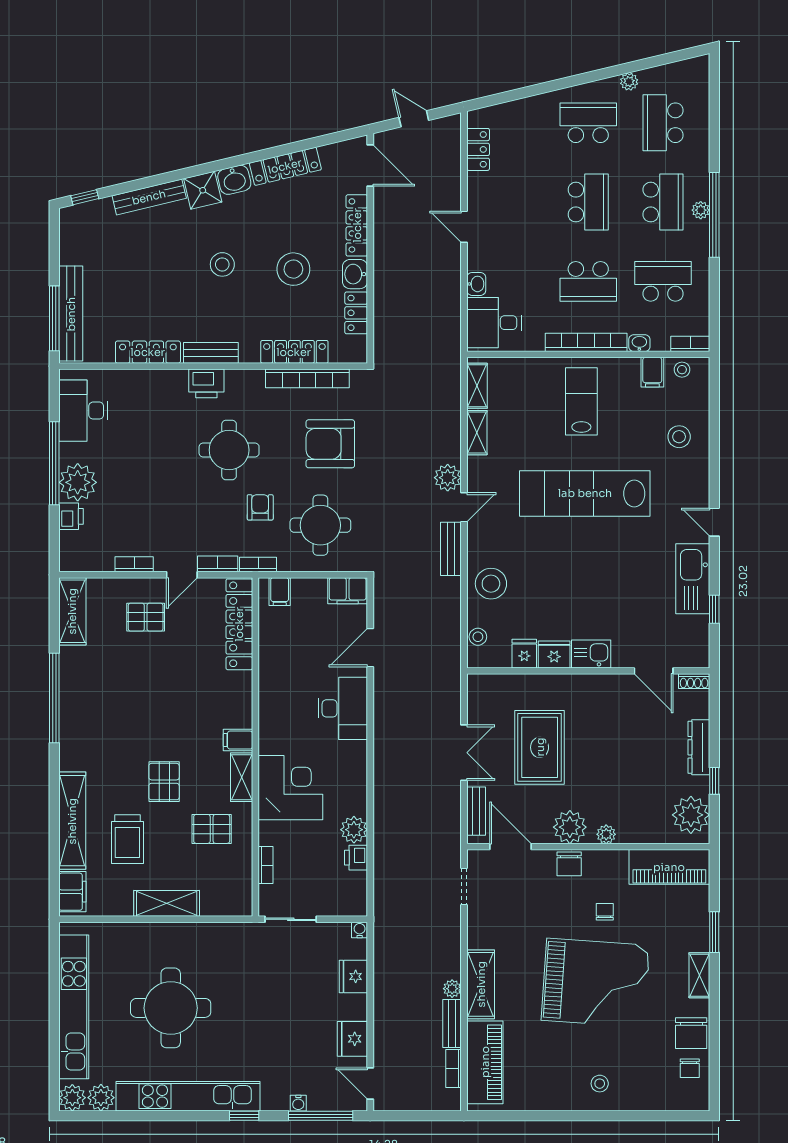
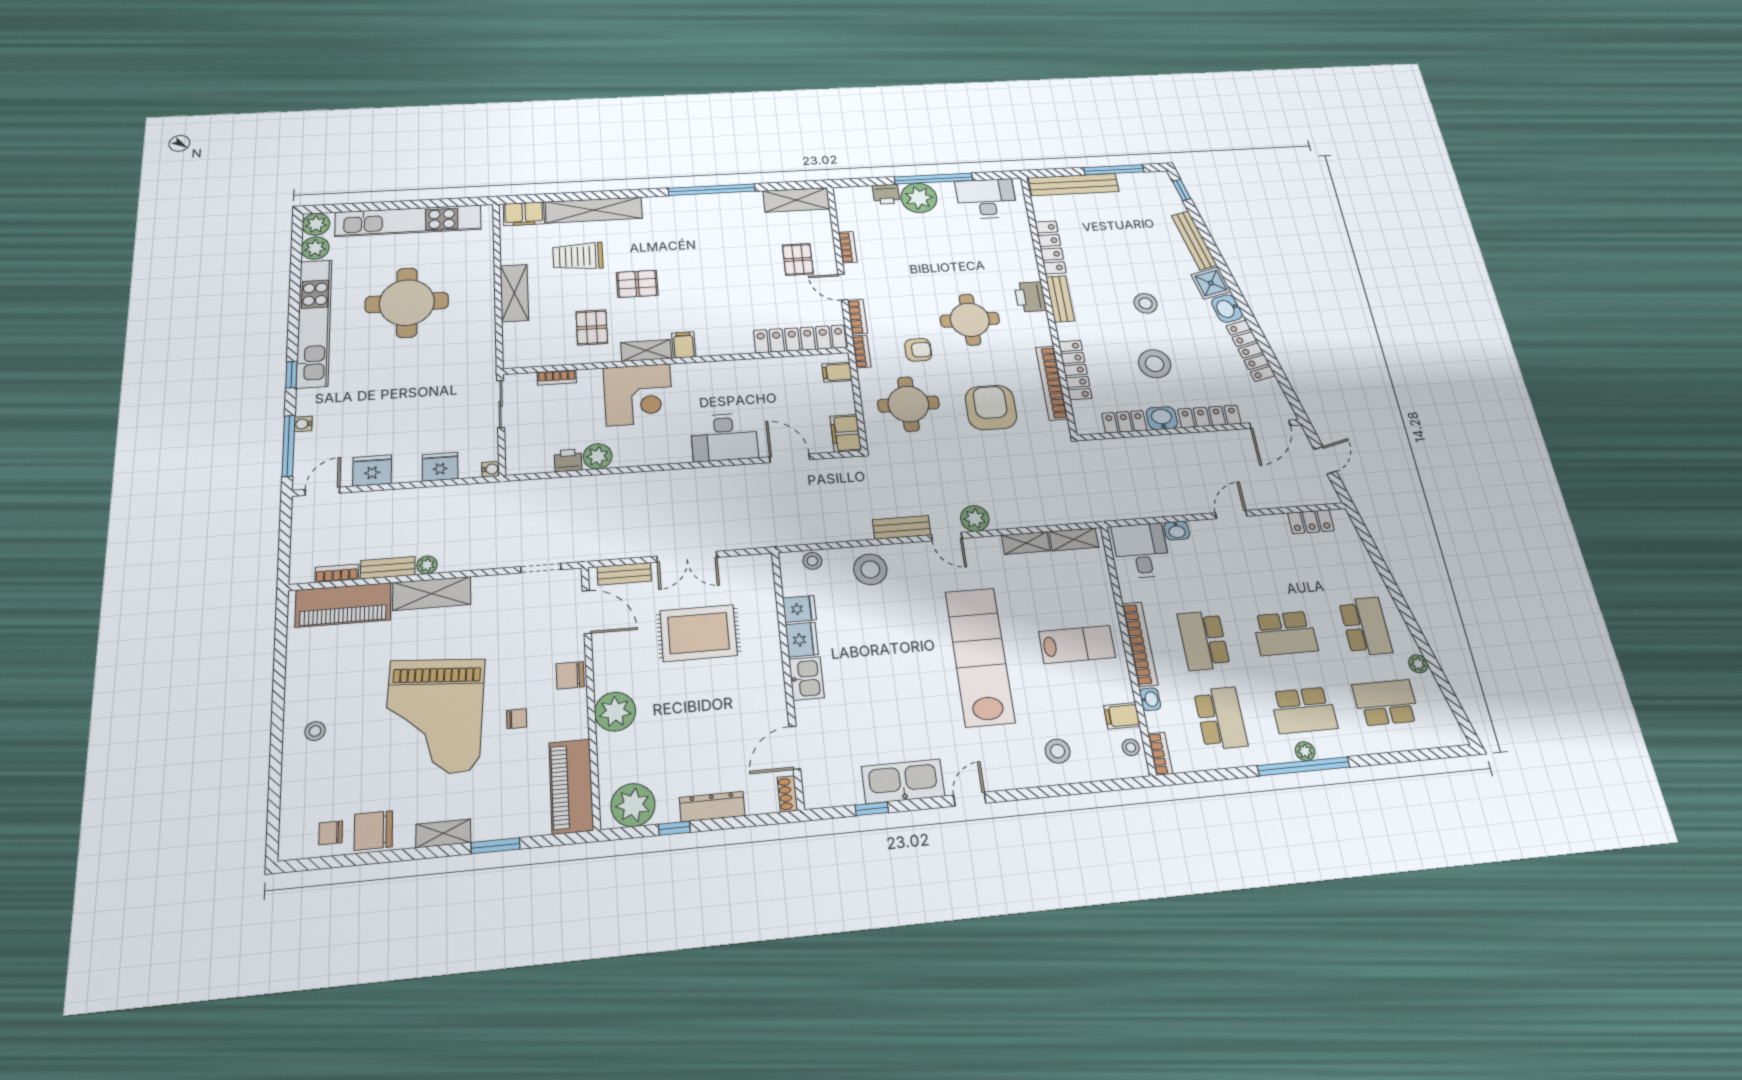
window: (54, 318) -> (1114, 170), moved
plant: (570, 827) -> (612, 672), removed
plant: (606, 834) -> (615, 712), width x1.88, depth x1.88
door: (510, 847) -> (587, 612), hinge flipped

